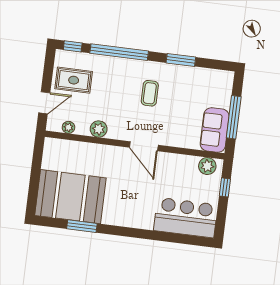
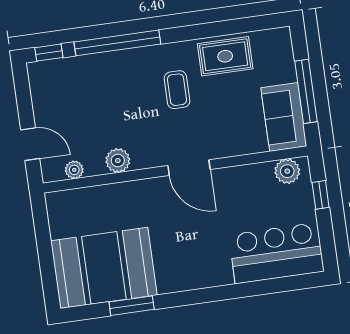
window: (181, 60) -> (208, 30), removed
rug: (74, 80) -> (225, 56), moved
door: (44, 103) -> (30, 144), hinge flipped

